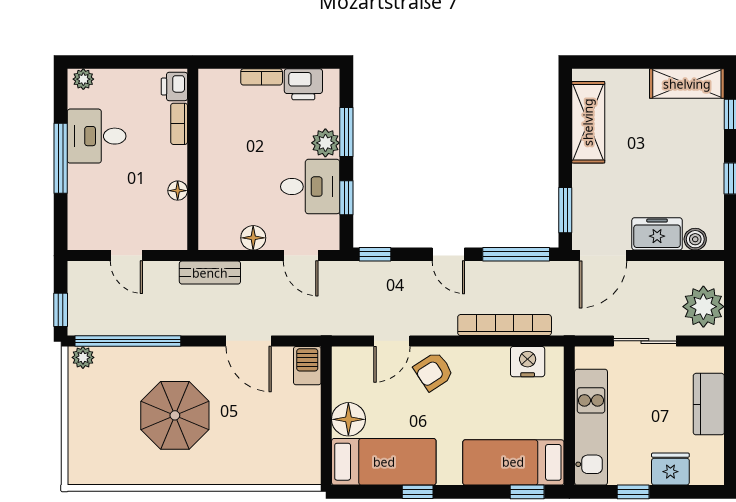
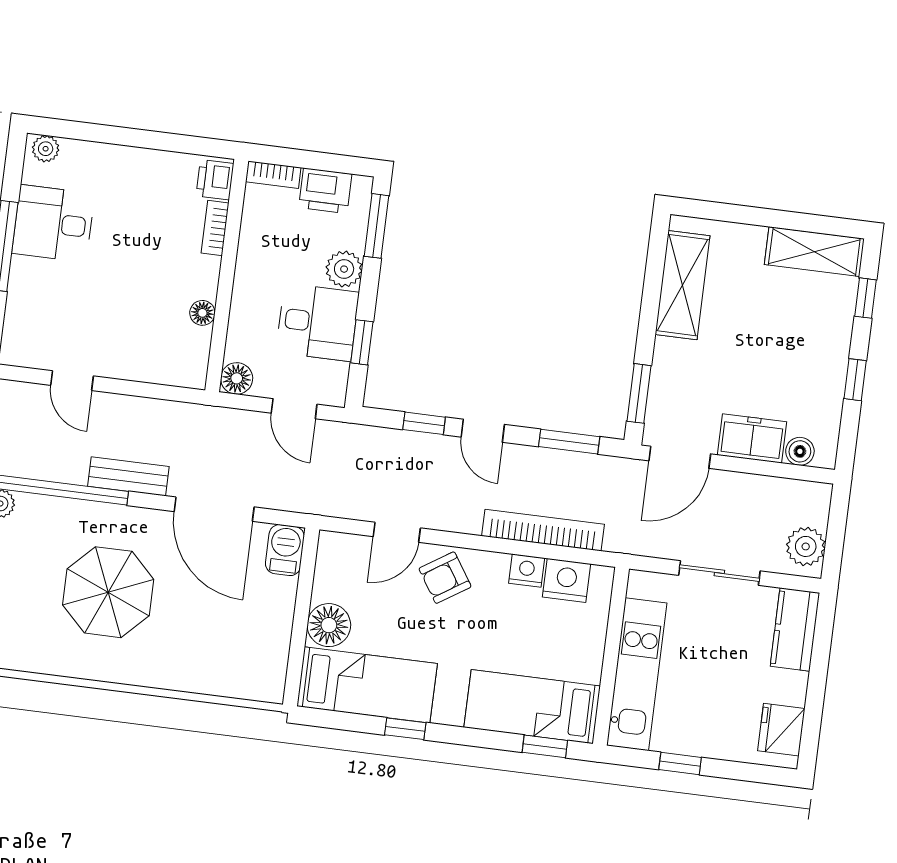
printer: (174, 87) -> (215, 180), moved
bookcase: (179, 124) -> (215, 228), moved
window: (346, 132) -> (376, 226), moved
wall: (193, 159) -> (227, 276), moved
floor lamp: (178, 191) -> (202, 313), moved
window: (375, 254) -> (424, 423), moved
window: (516, 254) -> (569, 442), width x0.69
bench: (210, 273) -> (128, 476), moved
plant: (703, 307) -> (806, 546), width x0.73, depth x0.73
door: (249, 341) -> (214, 509), width x1.36
nightstand: (496, 358) -> (527, 571), added
kitchen counter: (709, 404) -> (795, 629), moved
fridge: (670, 469) -> (781, 730), moved, turned -90

